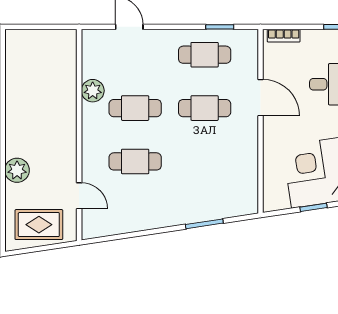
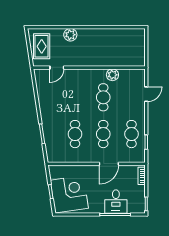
cafe table: (135, 161) -> (75, 134), moved

